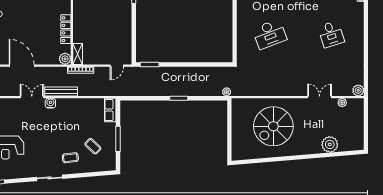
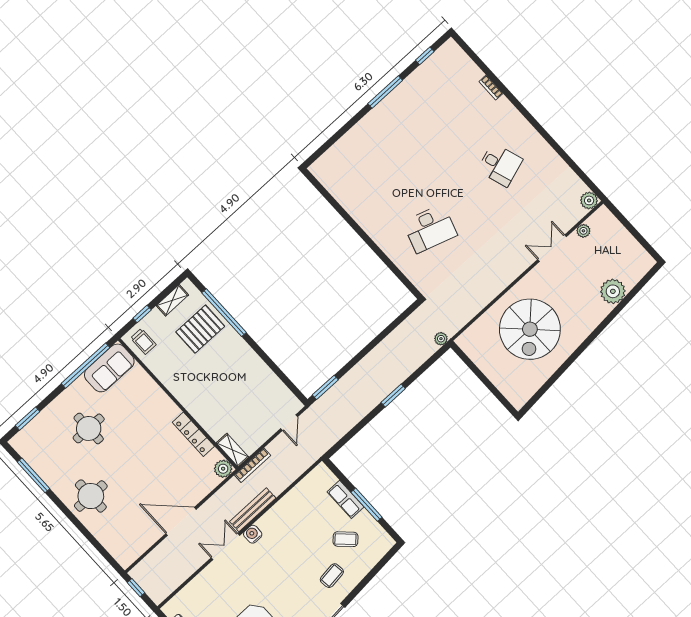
desk: (269, 34) -> (430, 229), turned 39
row of seats: (110, 110) -> (346, 499), moved

